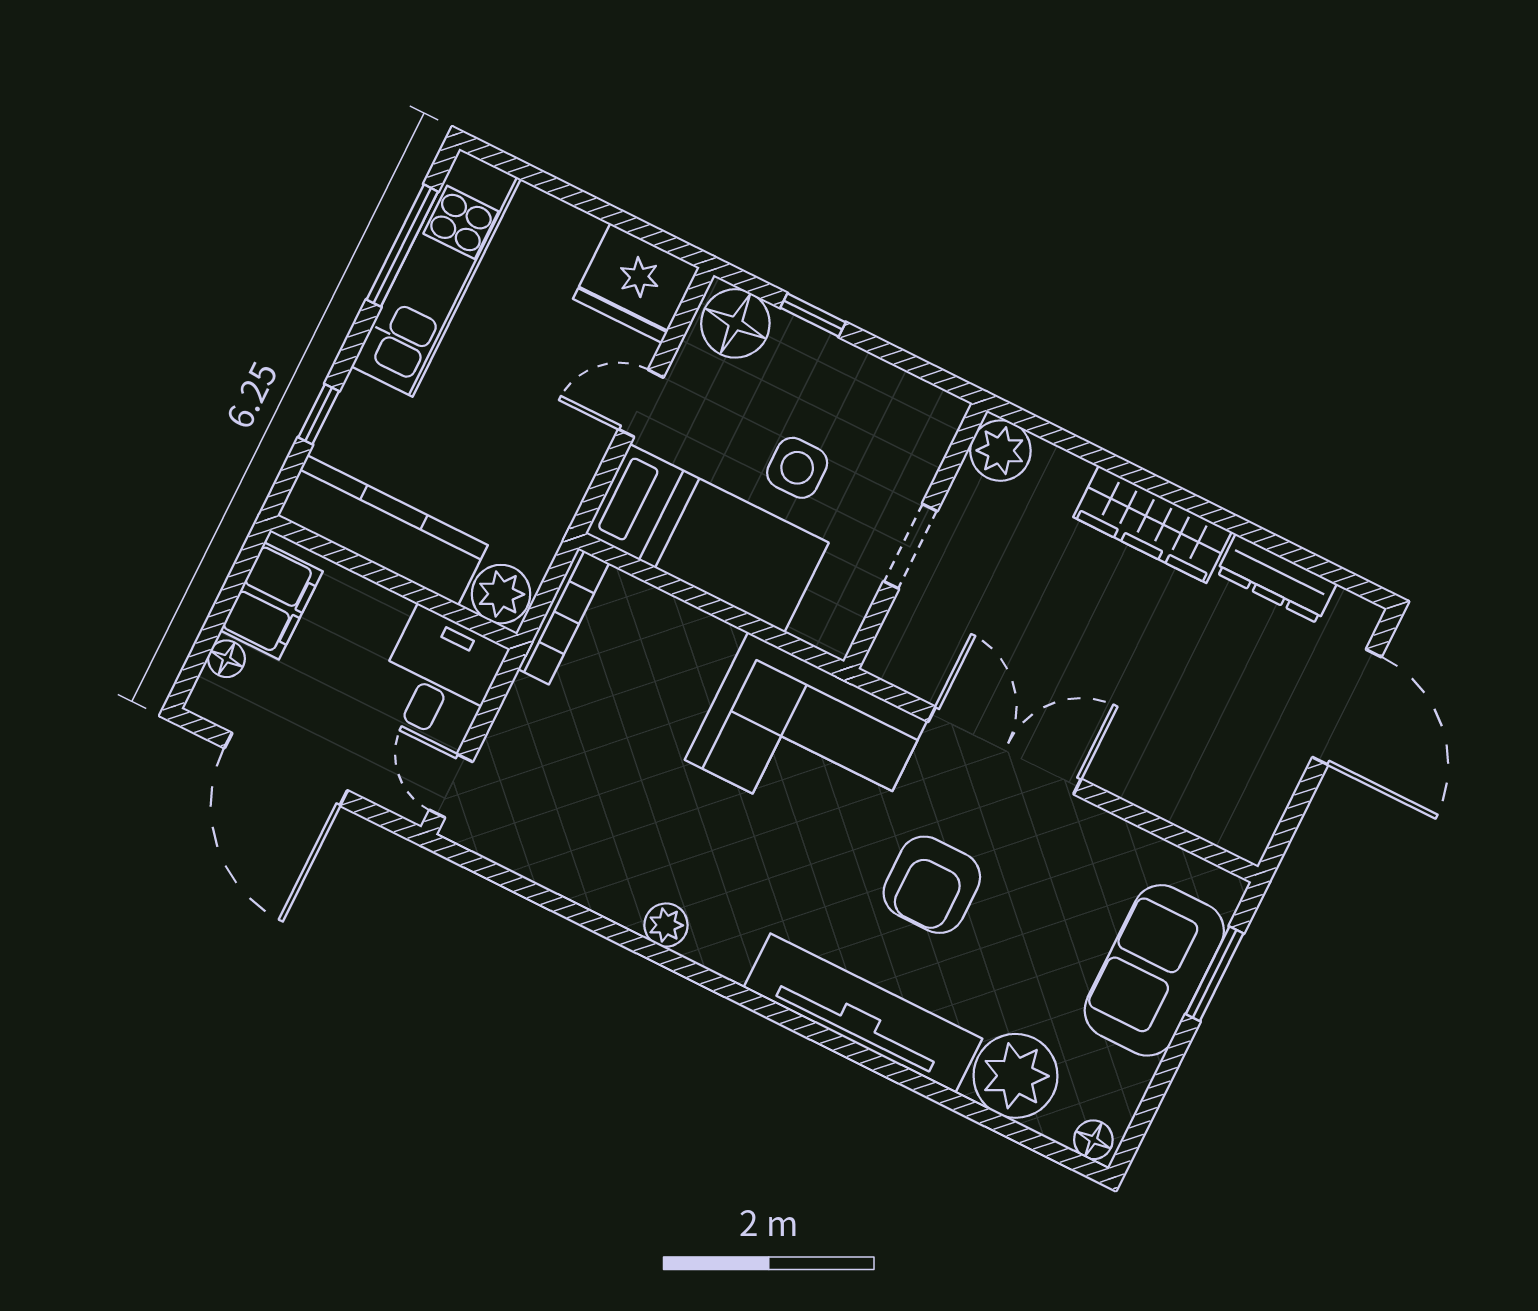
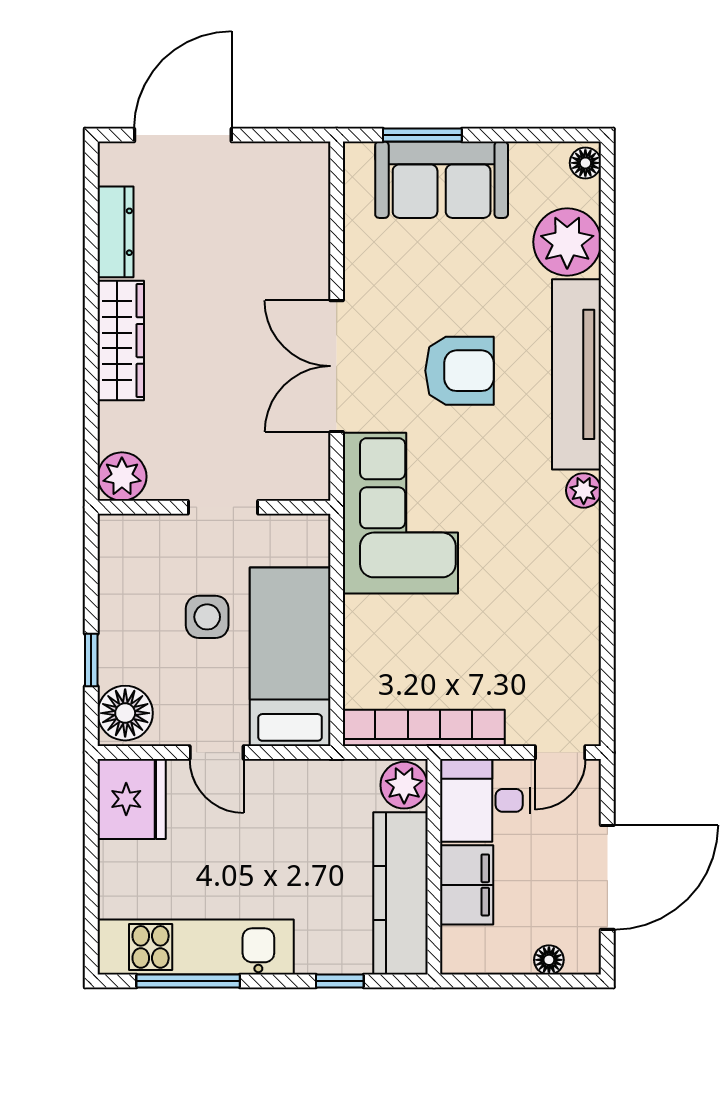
filing cabinet: (271, 601) -> (467, 885), moved, turned 90
bookcase: (564, 616) -> (424, 728), width x1.48, depth x1.31
plant: (666, 925) -> (584, 490), moved

